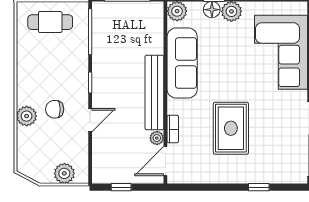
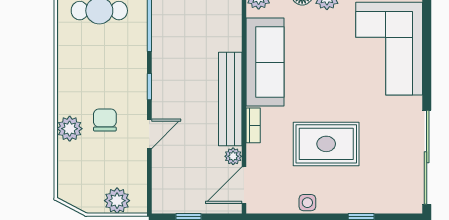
chair: (55, 109) -> (105, 120), turned 90
rug: (231, 128) -> (326, 144), turned 90
bookcase: (173, 129) -> (253, 125), moved
side table: (216, 175) -> (307, 203), added

